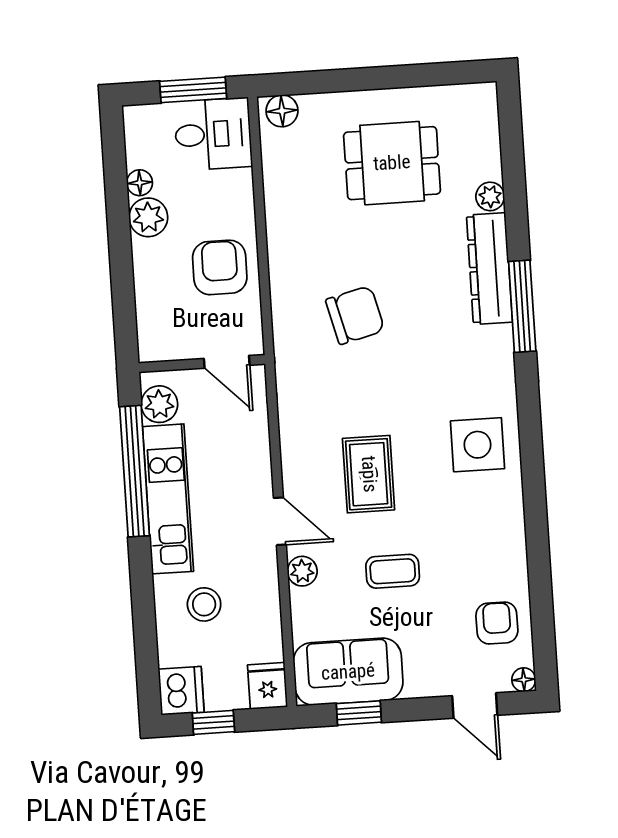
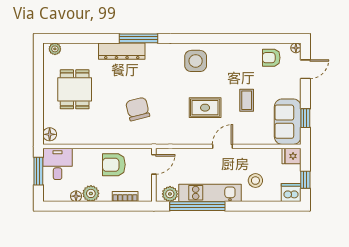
plant: (490, 196) -> (55, 49), moved
bookcase: (146, 299) -> (125, 197), added
plant: (302, 571) -> (244, 138), removed

